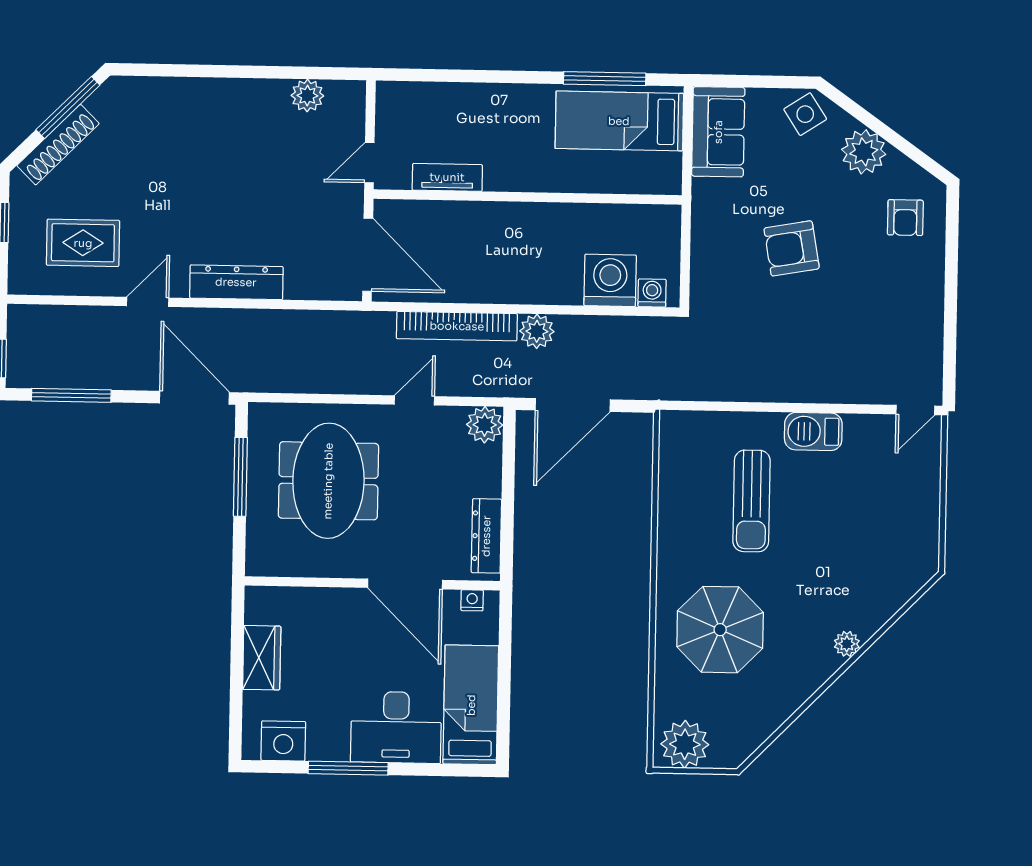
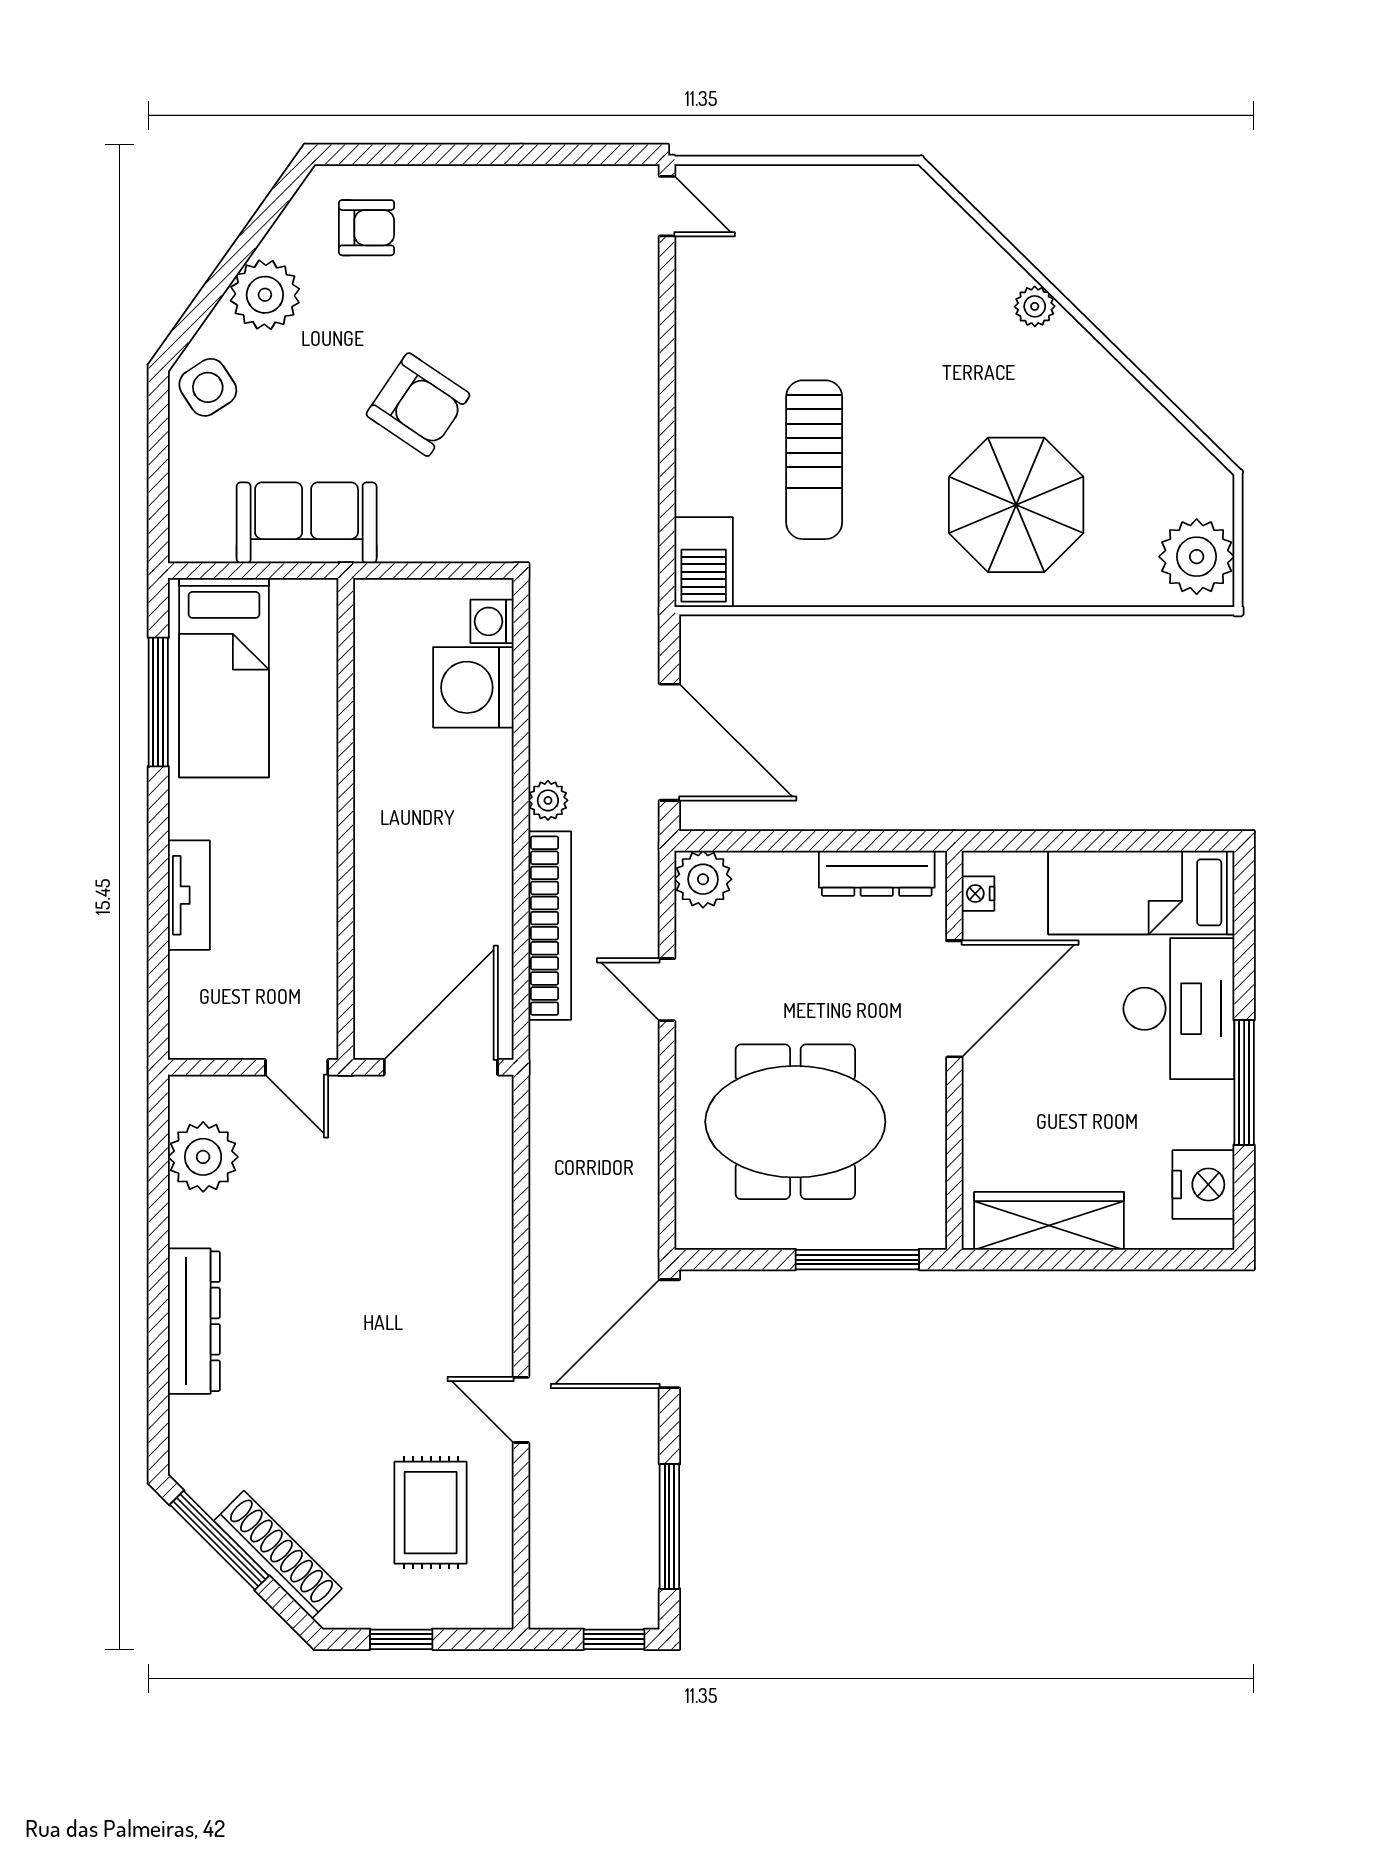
plant: (307, 96) -> (203, 1157), width x1.36, depth x1.36
sofa: (718, 132) -> (307, 523), moved
tv unit: (447, 177) -> (189, 895), moved, turned 180
armchair: (792, 248) -> (418, 405), turned -46
dresser: (236, 282) -> (194, 1321), moved, turned 180
plant: (537, 331) -> (548, 800), width x0.73, depth x0.73
barbecue: (813, 431) -> (704, 562), moved
window: (240, 477) -> (857, 1260), moved
sun lounger: (752, 501) -> (814, 460), turned 90
wardrobe: (262, 658) -> (1049, 1221), width x1.50

